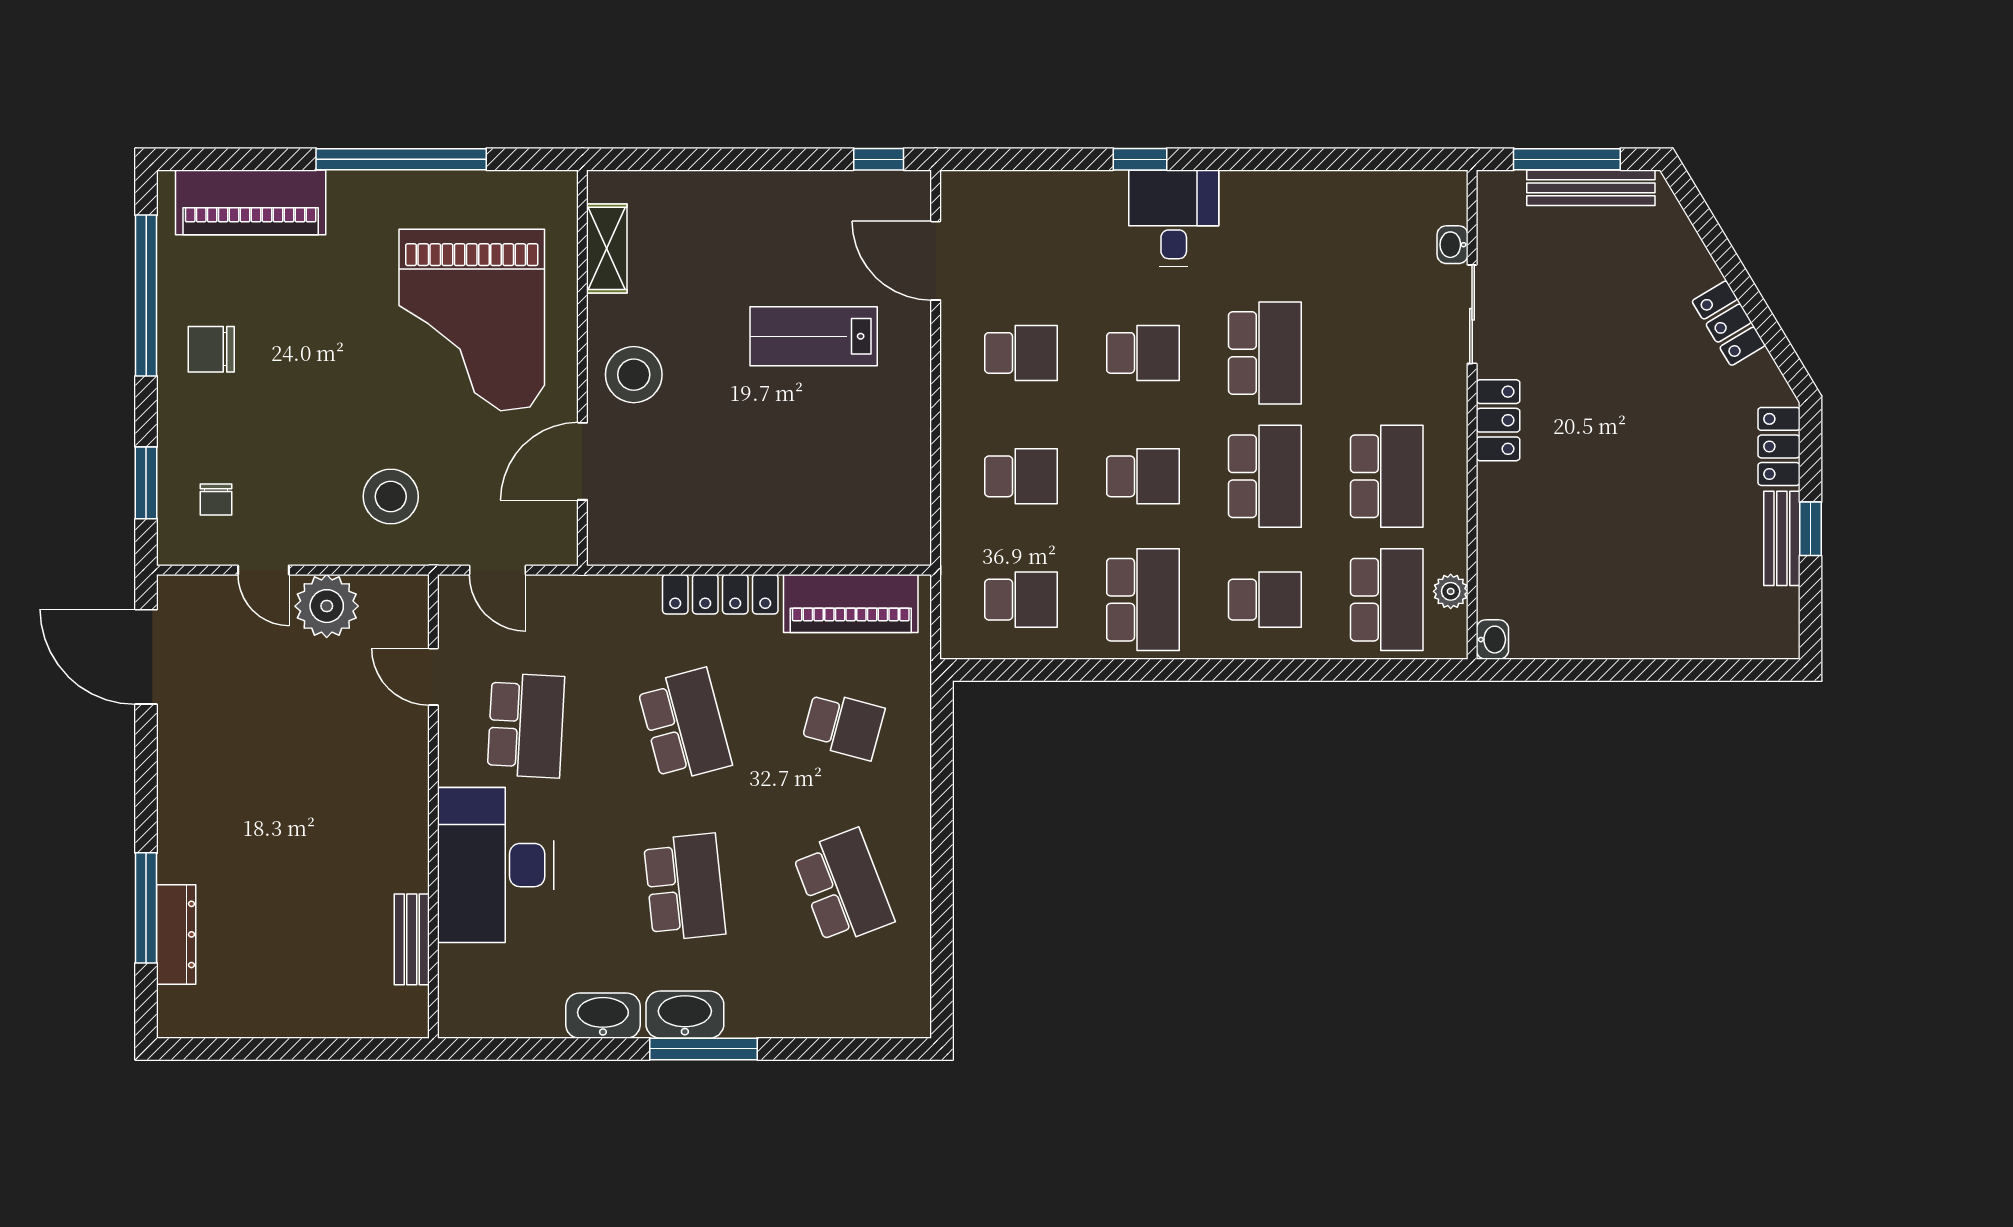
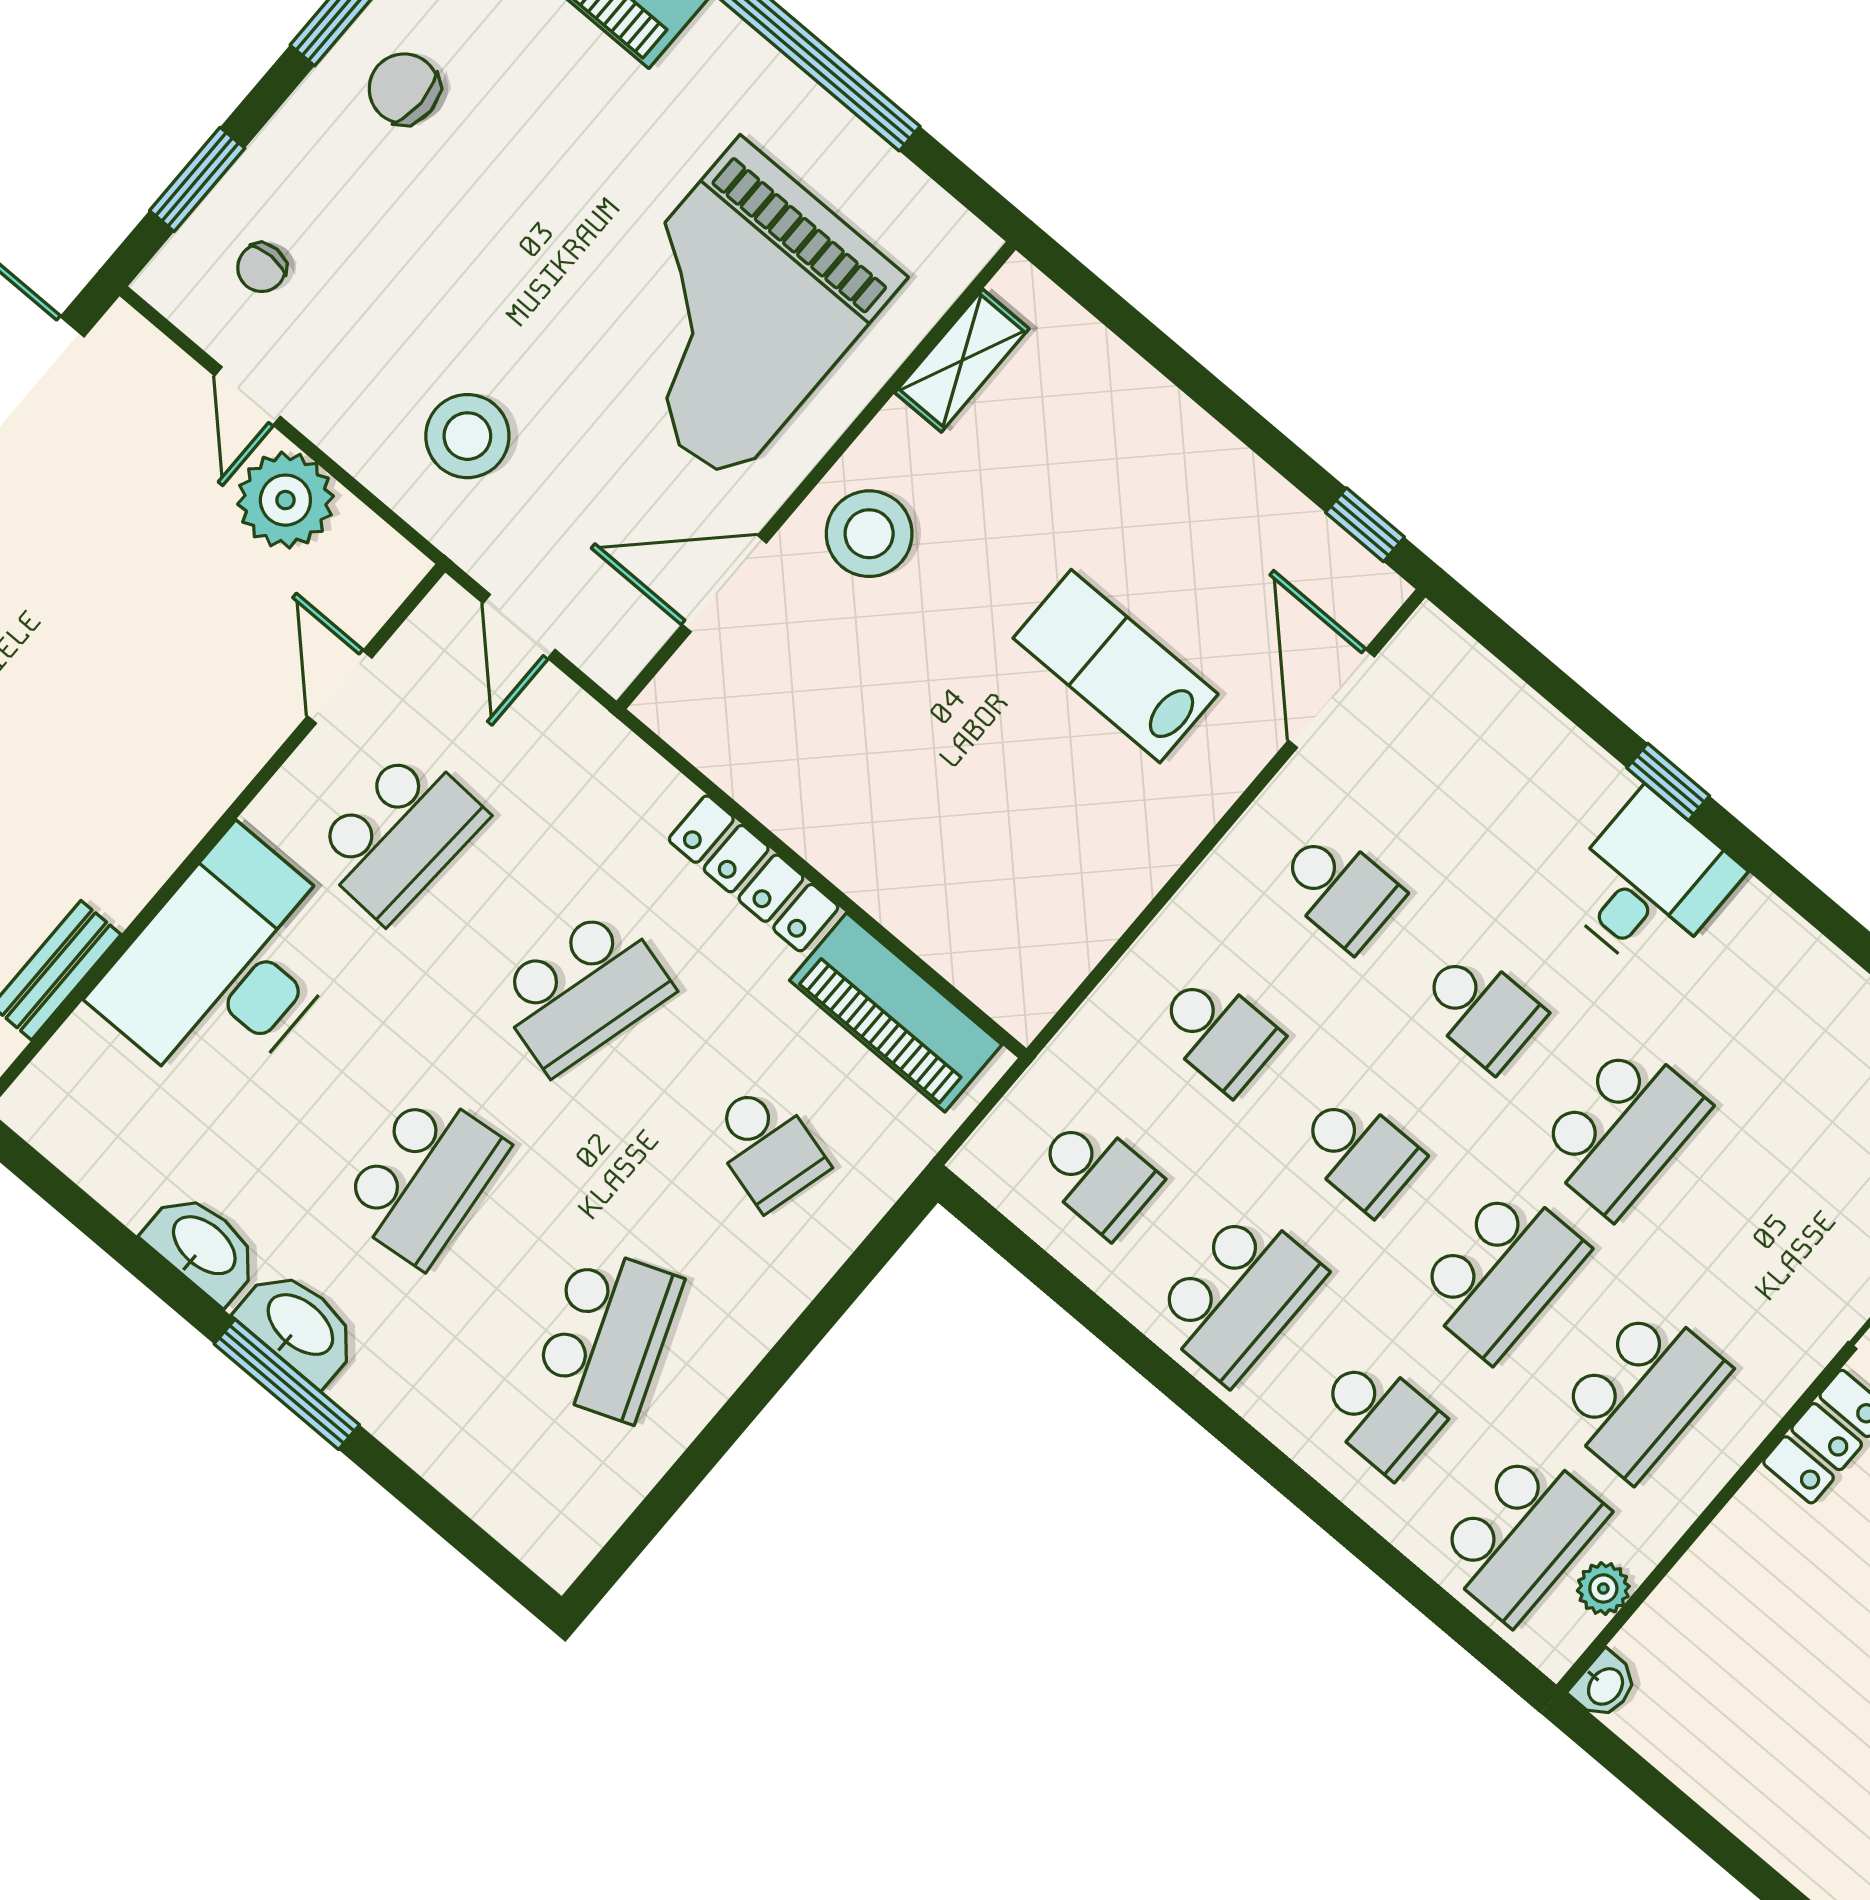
school desk: (685, 725) -> (583, 990), turned 30

